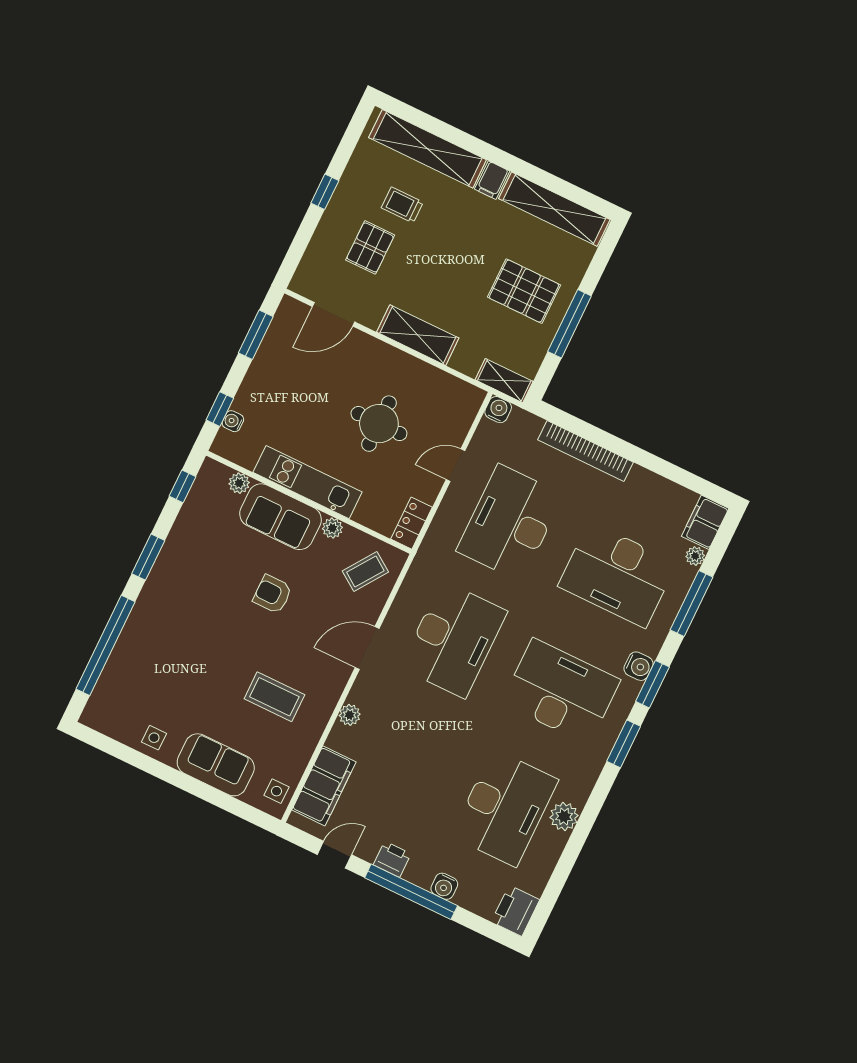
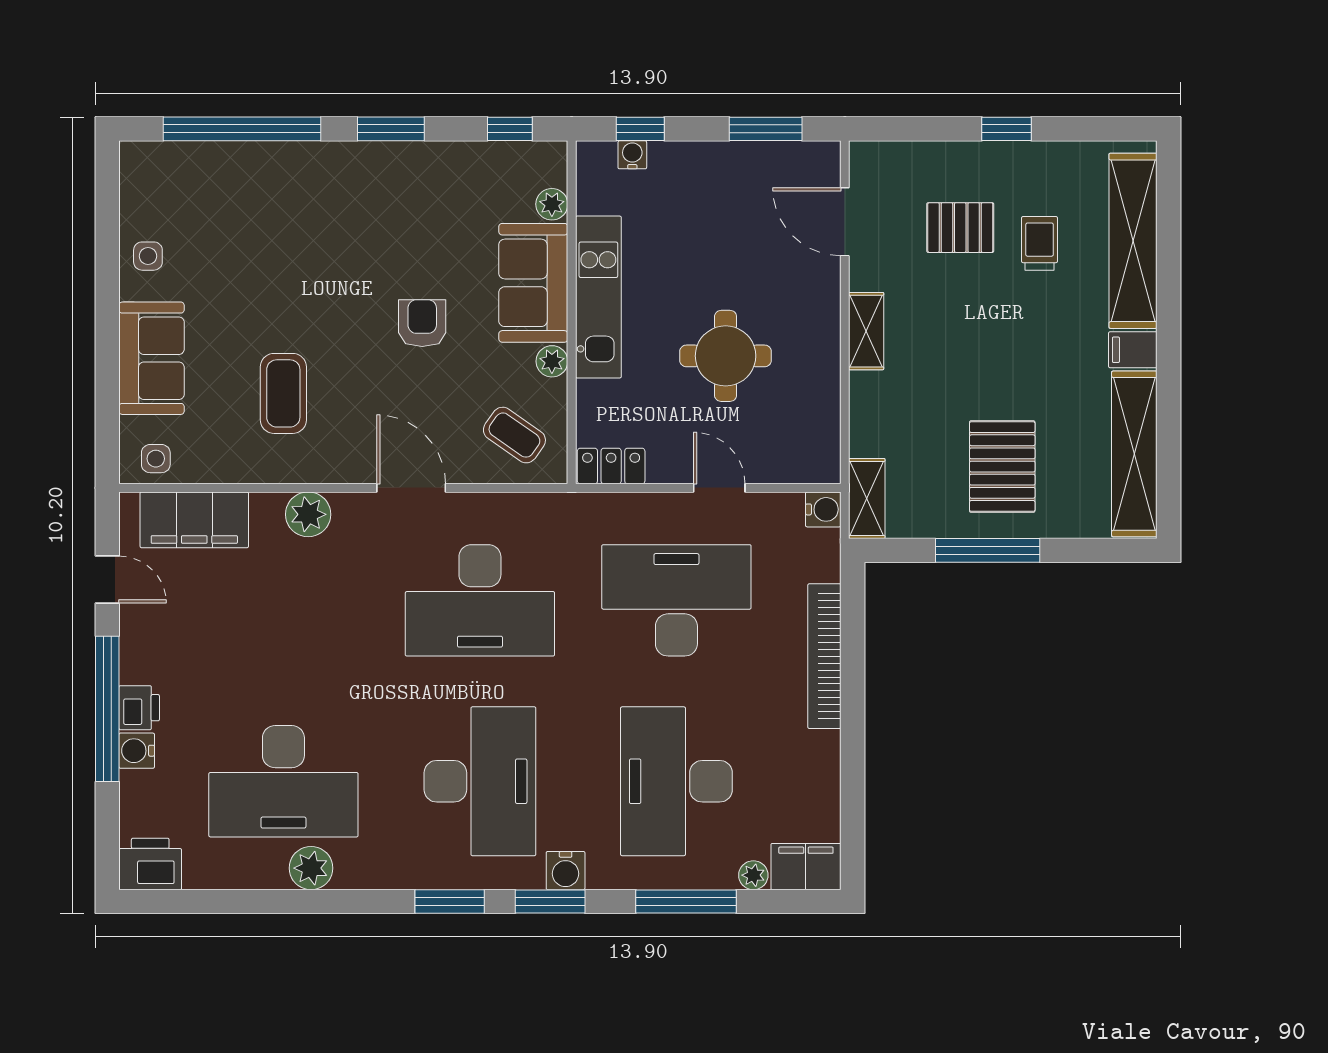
shelving: (418, 335) -> (866, 331), width x0.67, depth x0.75
plant: (350, 715) -> (308, 514), width x1.38, depth x1.38
printer: (392, 859) -> (139, 708), moved

